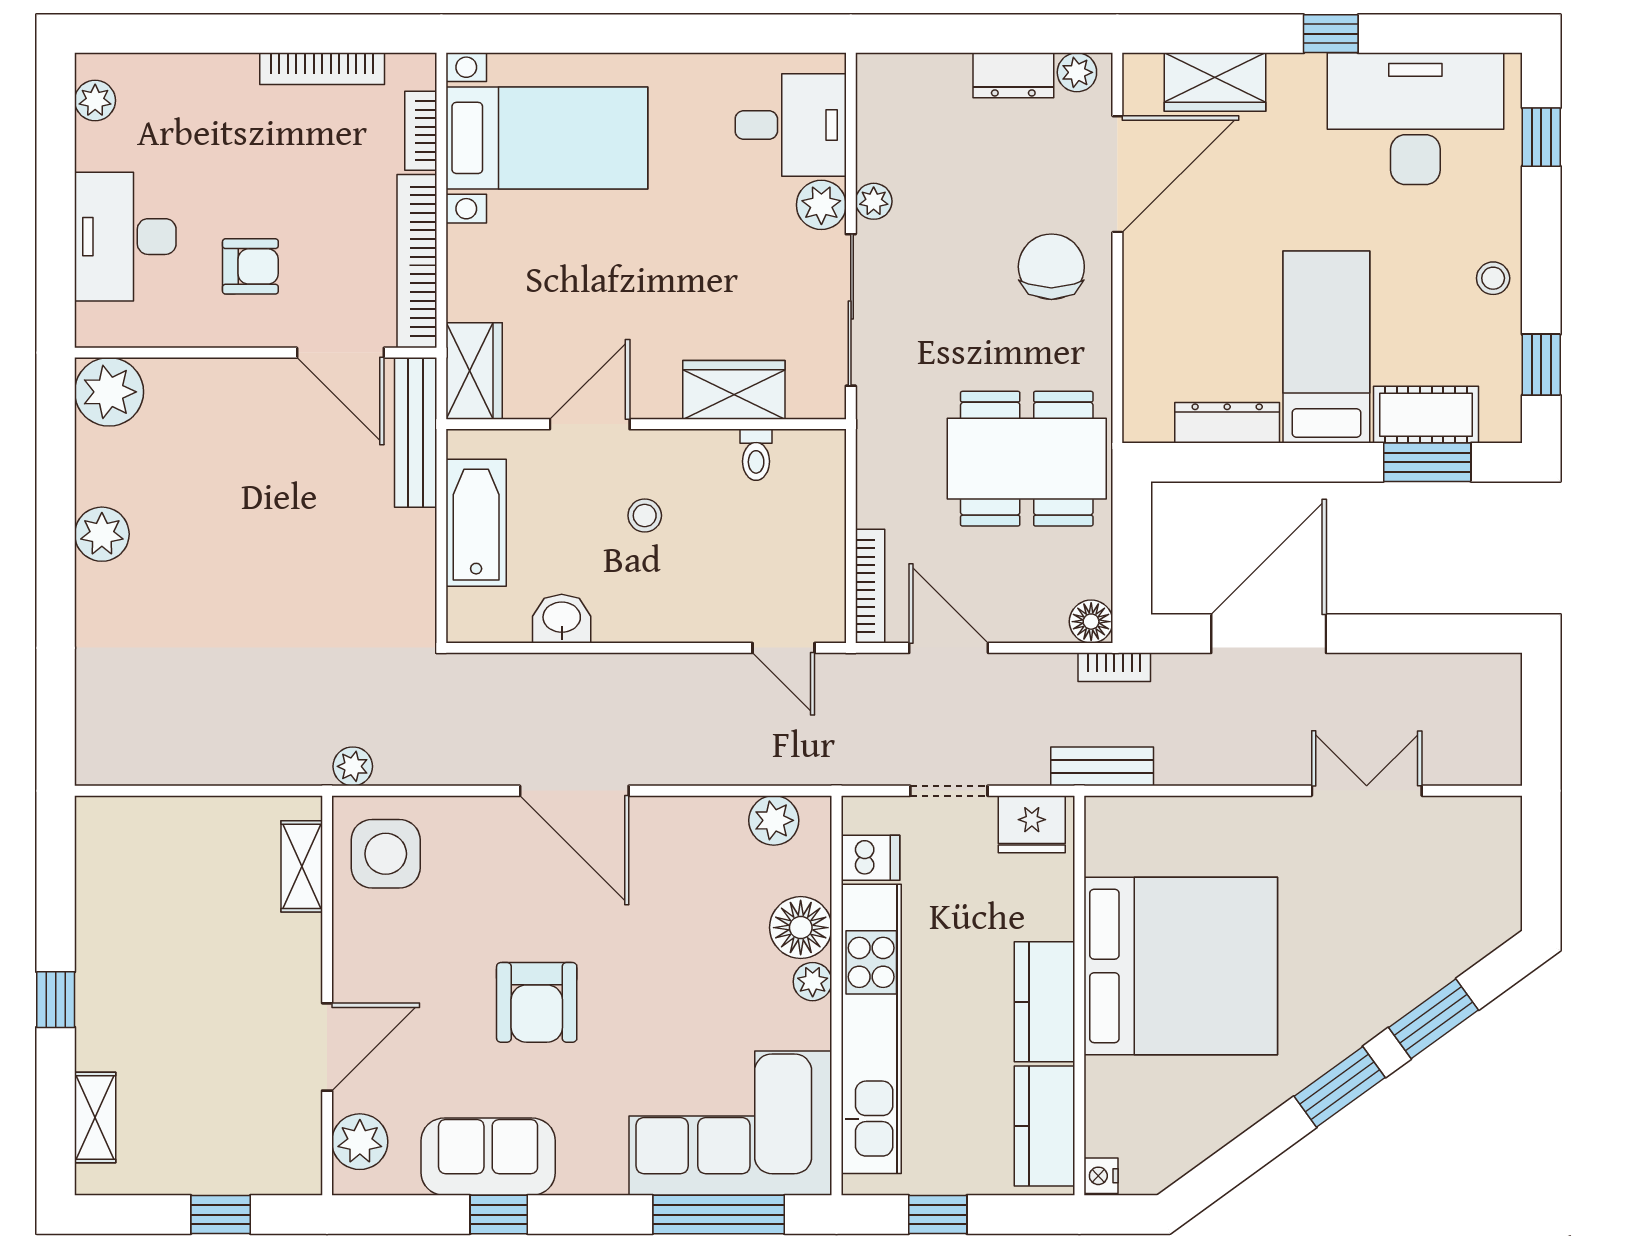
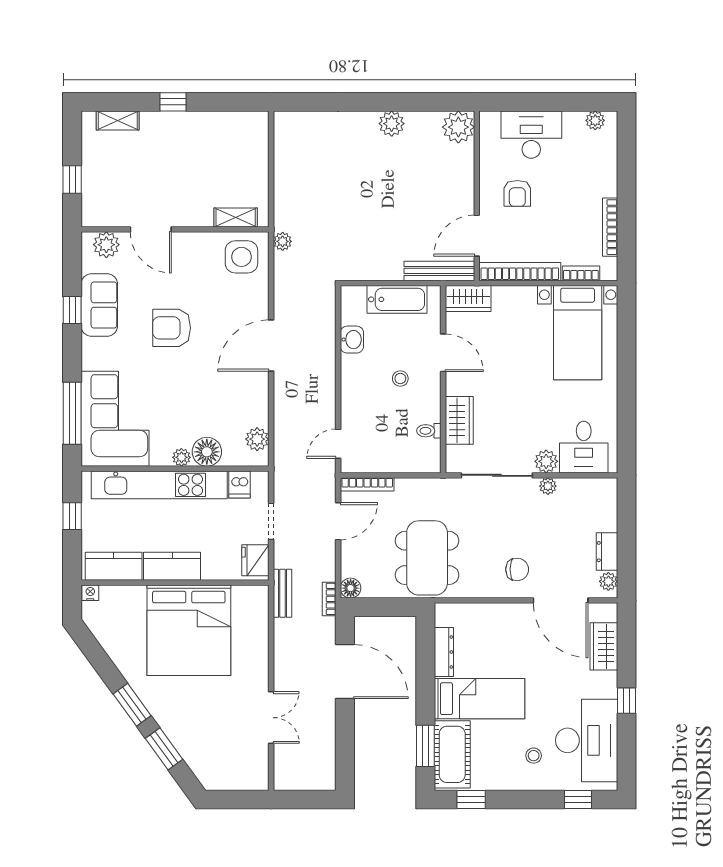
chair: (1051, 267) -> (517, 569), width x0.73, depth x0.73
stool: (1493, 278) -> (534, 756), moved
cot: (1426, 415) -> (452, 754), width x1.37, depth x1.34

